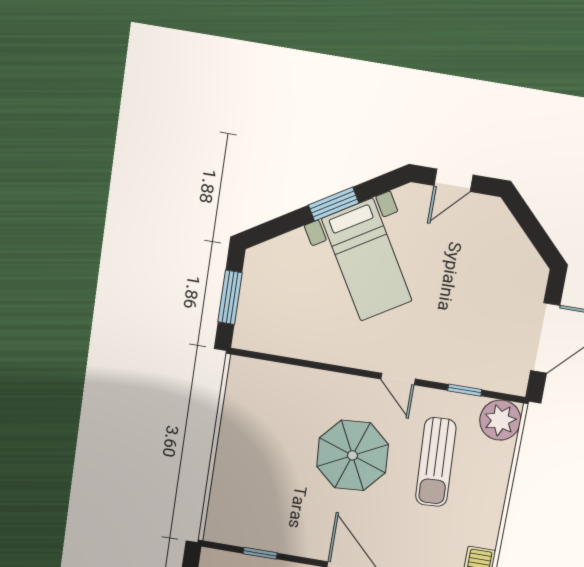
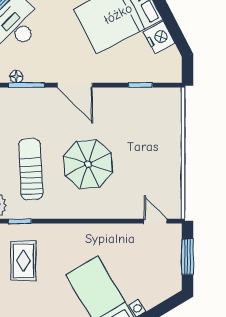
rug: (470, 332) -> (23, 261), added
door: (398, 379) -> (155, 221), moved

